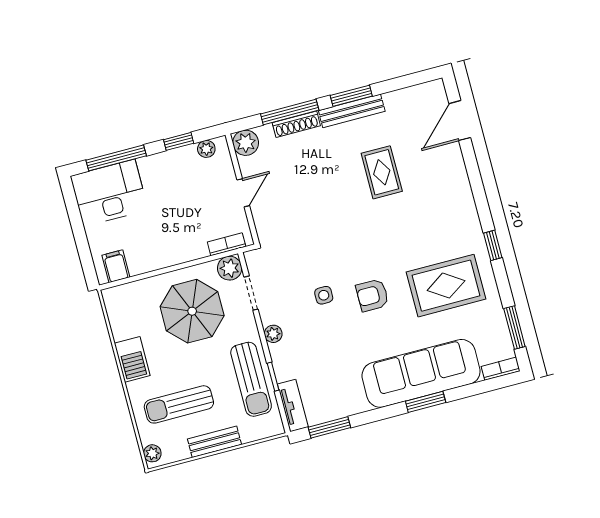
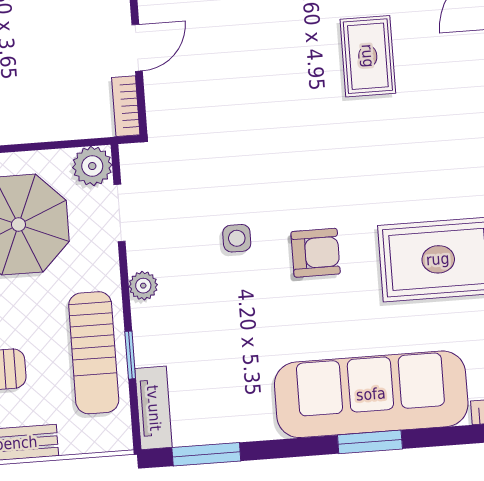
bookcase: (227, 244) -> (126, 106), moved, turned -90
armchair: (372, 295) -> (316, 253), turned 180

